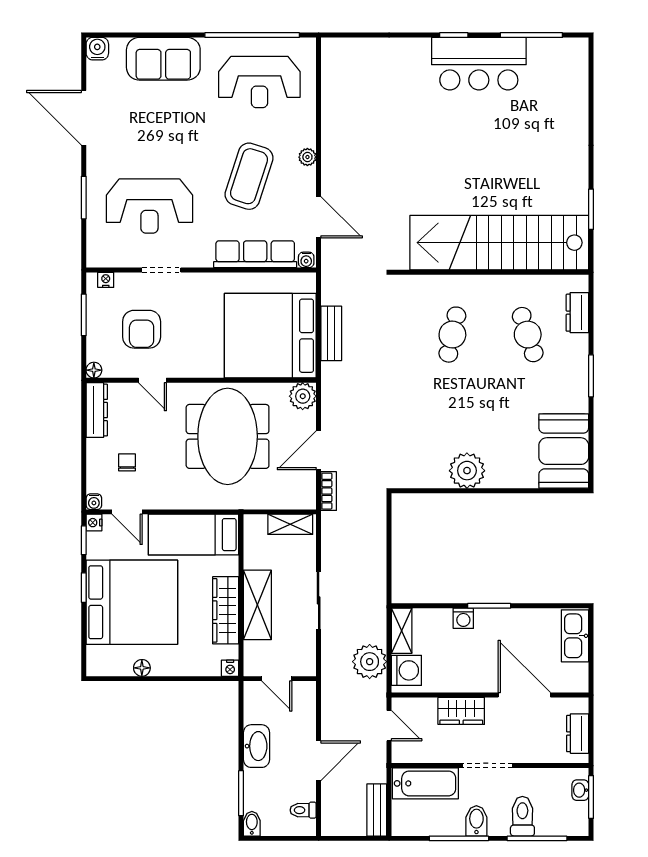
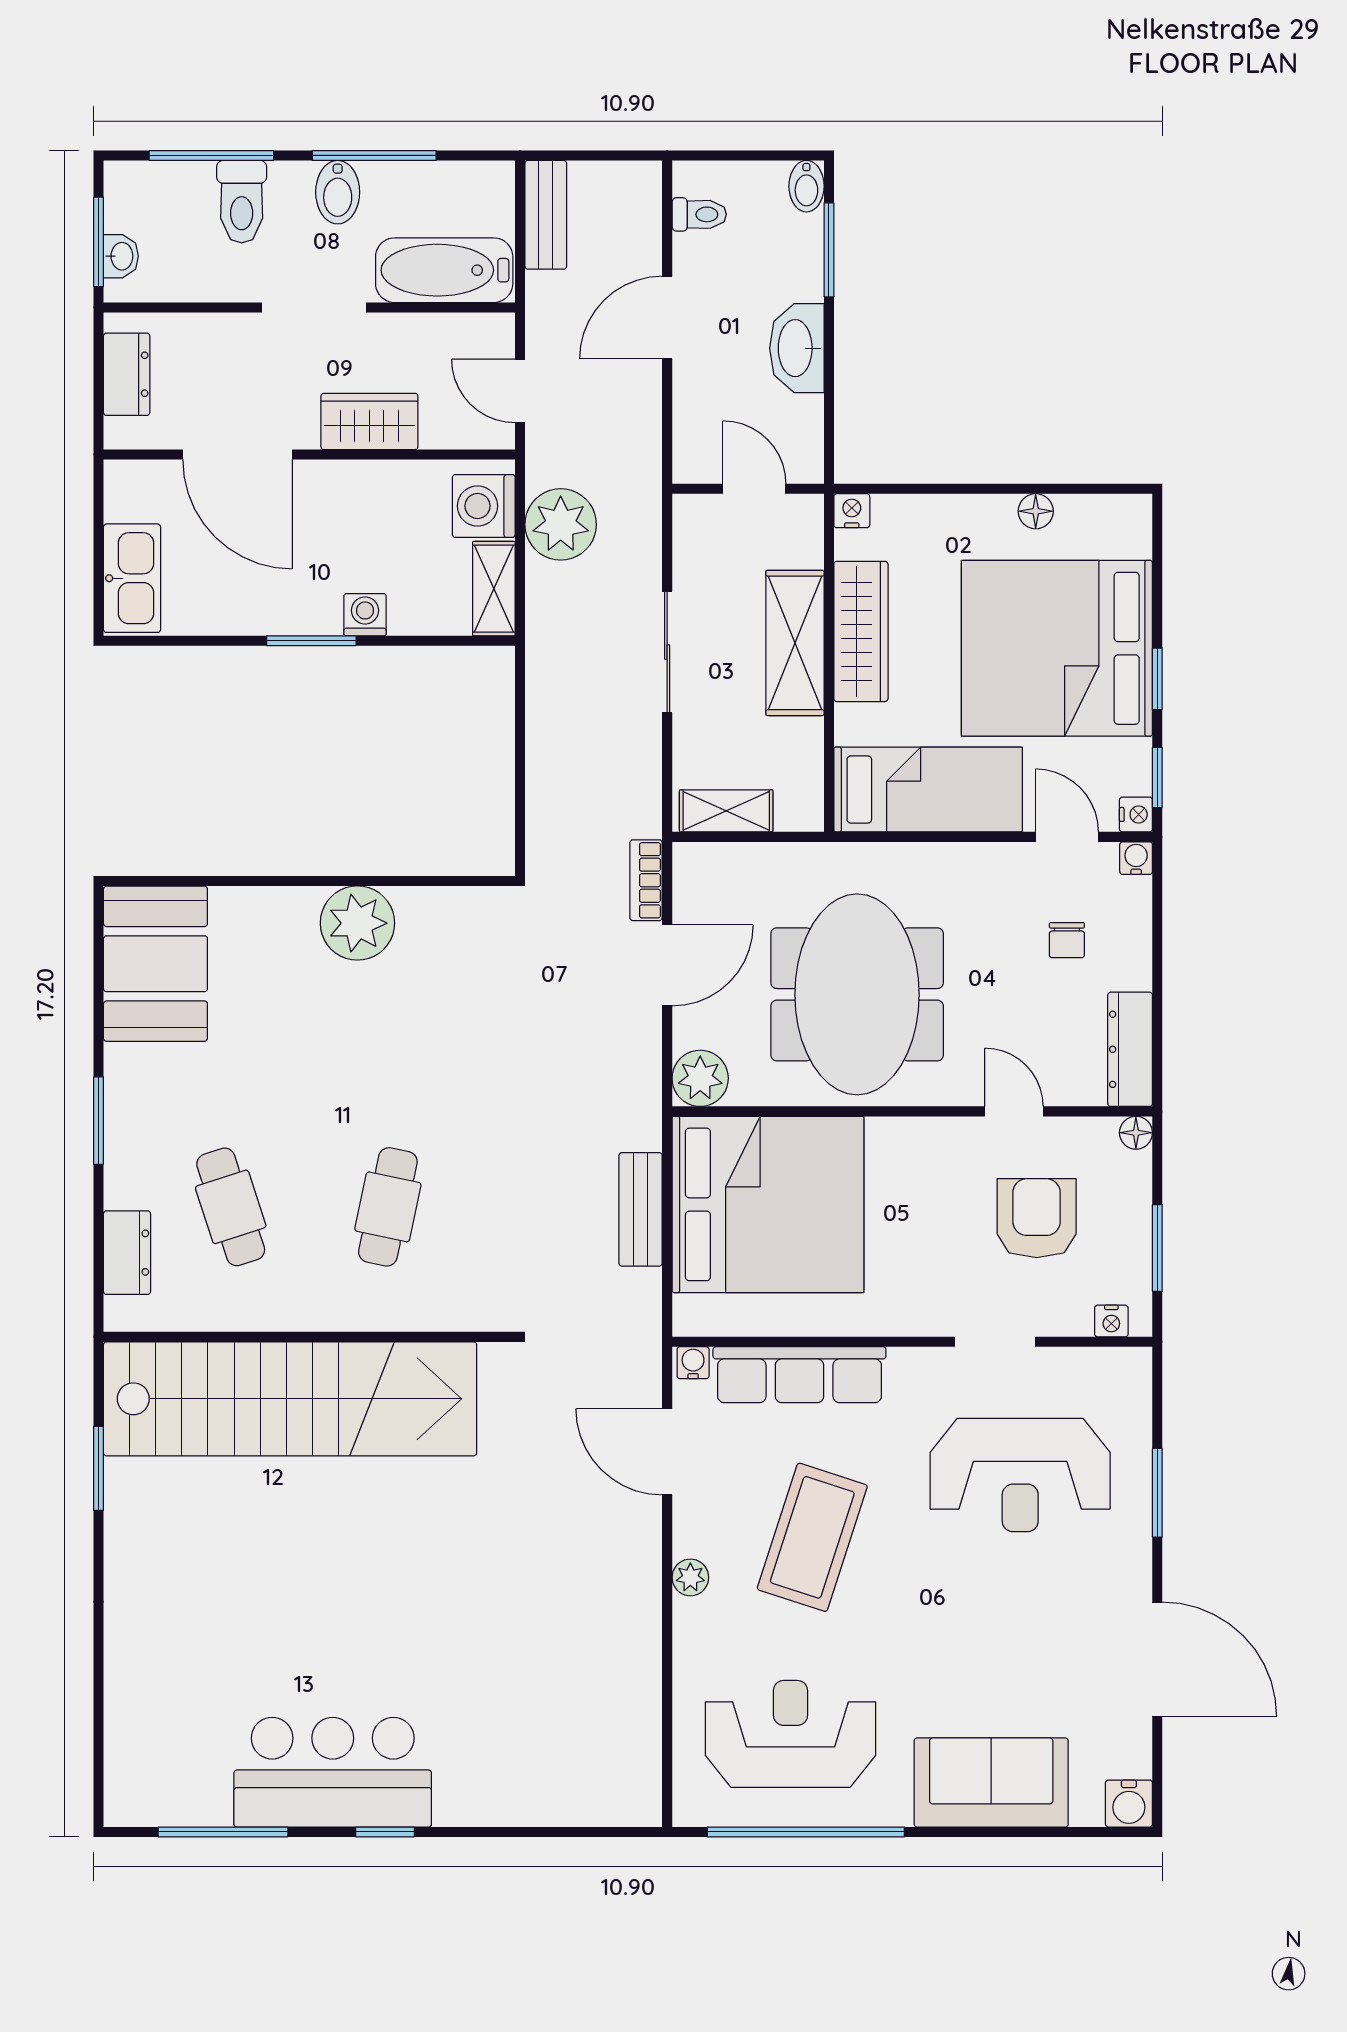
reception desk: (149, 206) -> (1020, 1475), turned 180

